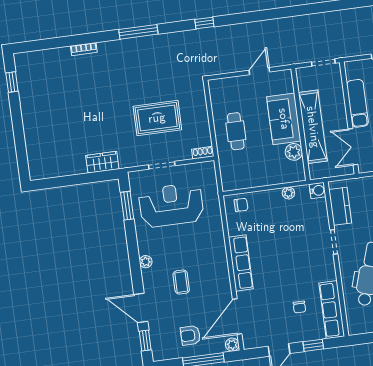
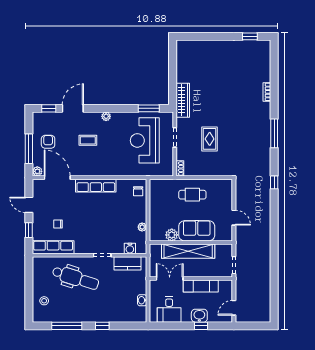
rug: (157, 118) -> (210, 139), width x0.73, depth x0.70
wardrobe: (102, 162) -> (183, 100), width x1.50
water cooler: (318, 190) -> (130, 248), moved
reception desk: (171, 205) -> (145, 140), turned 180

